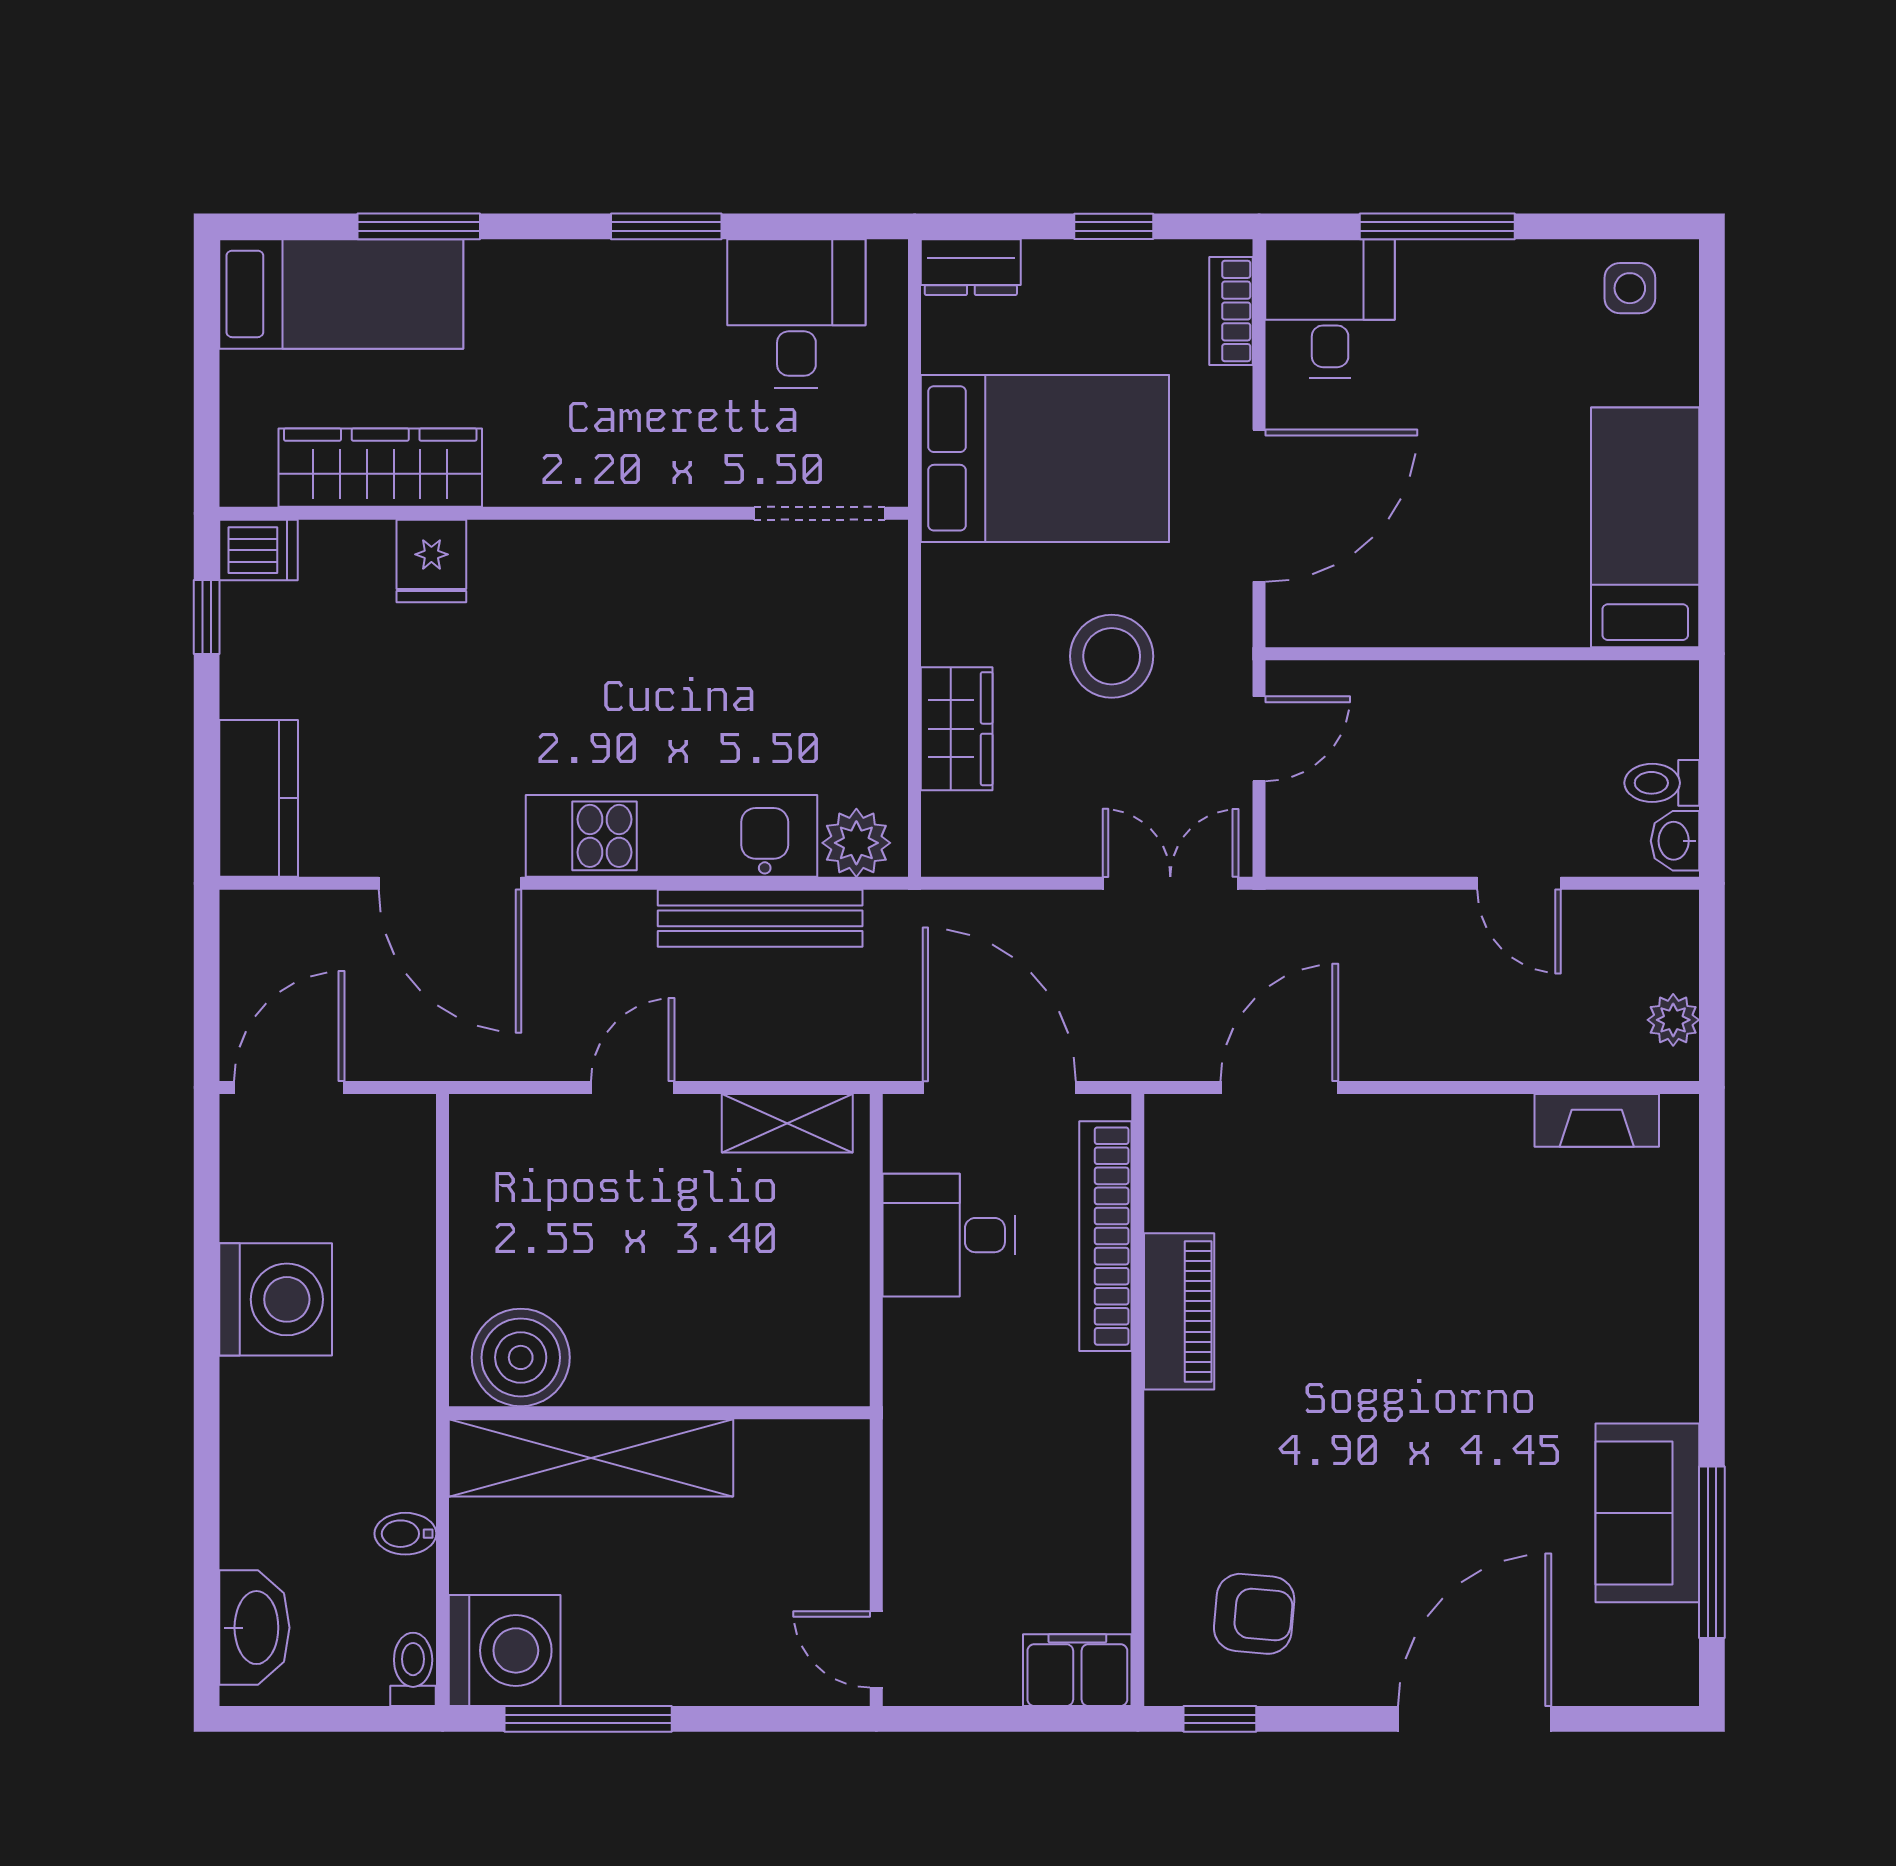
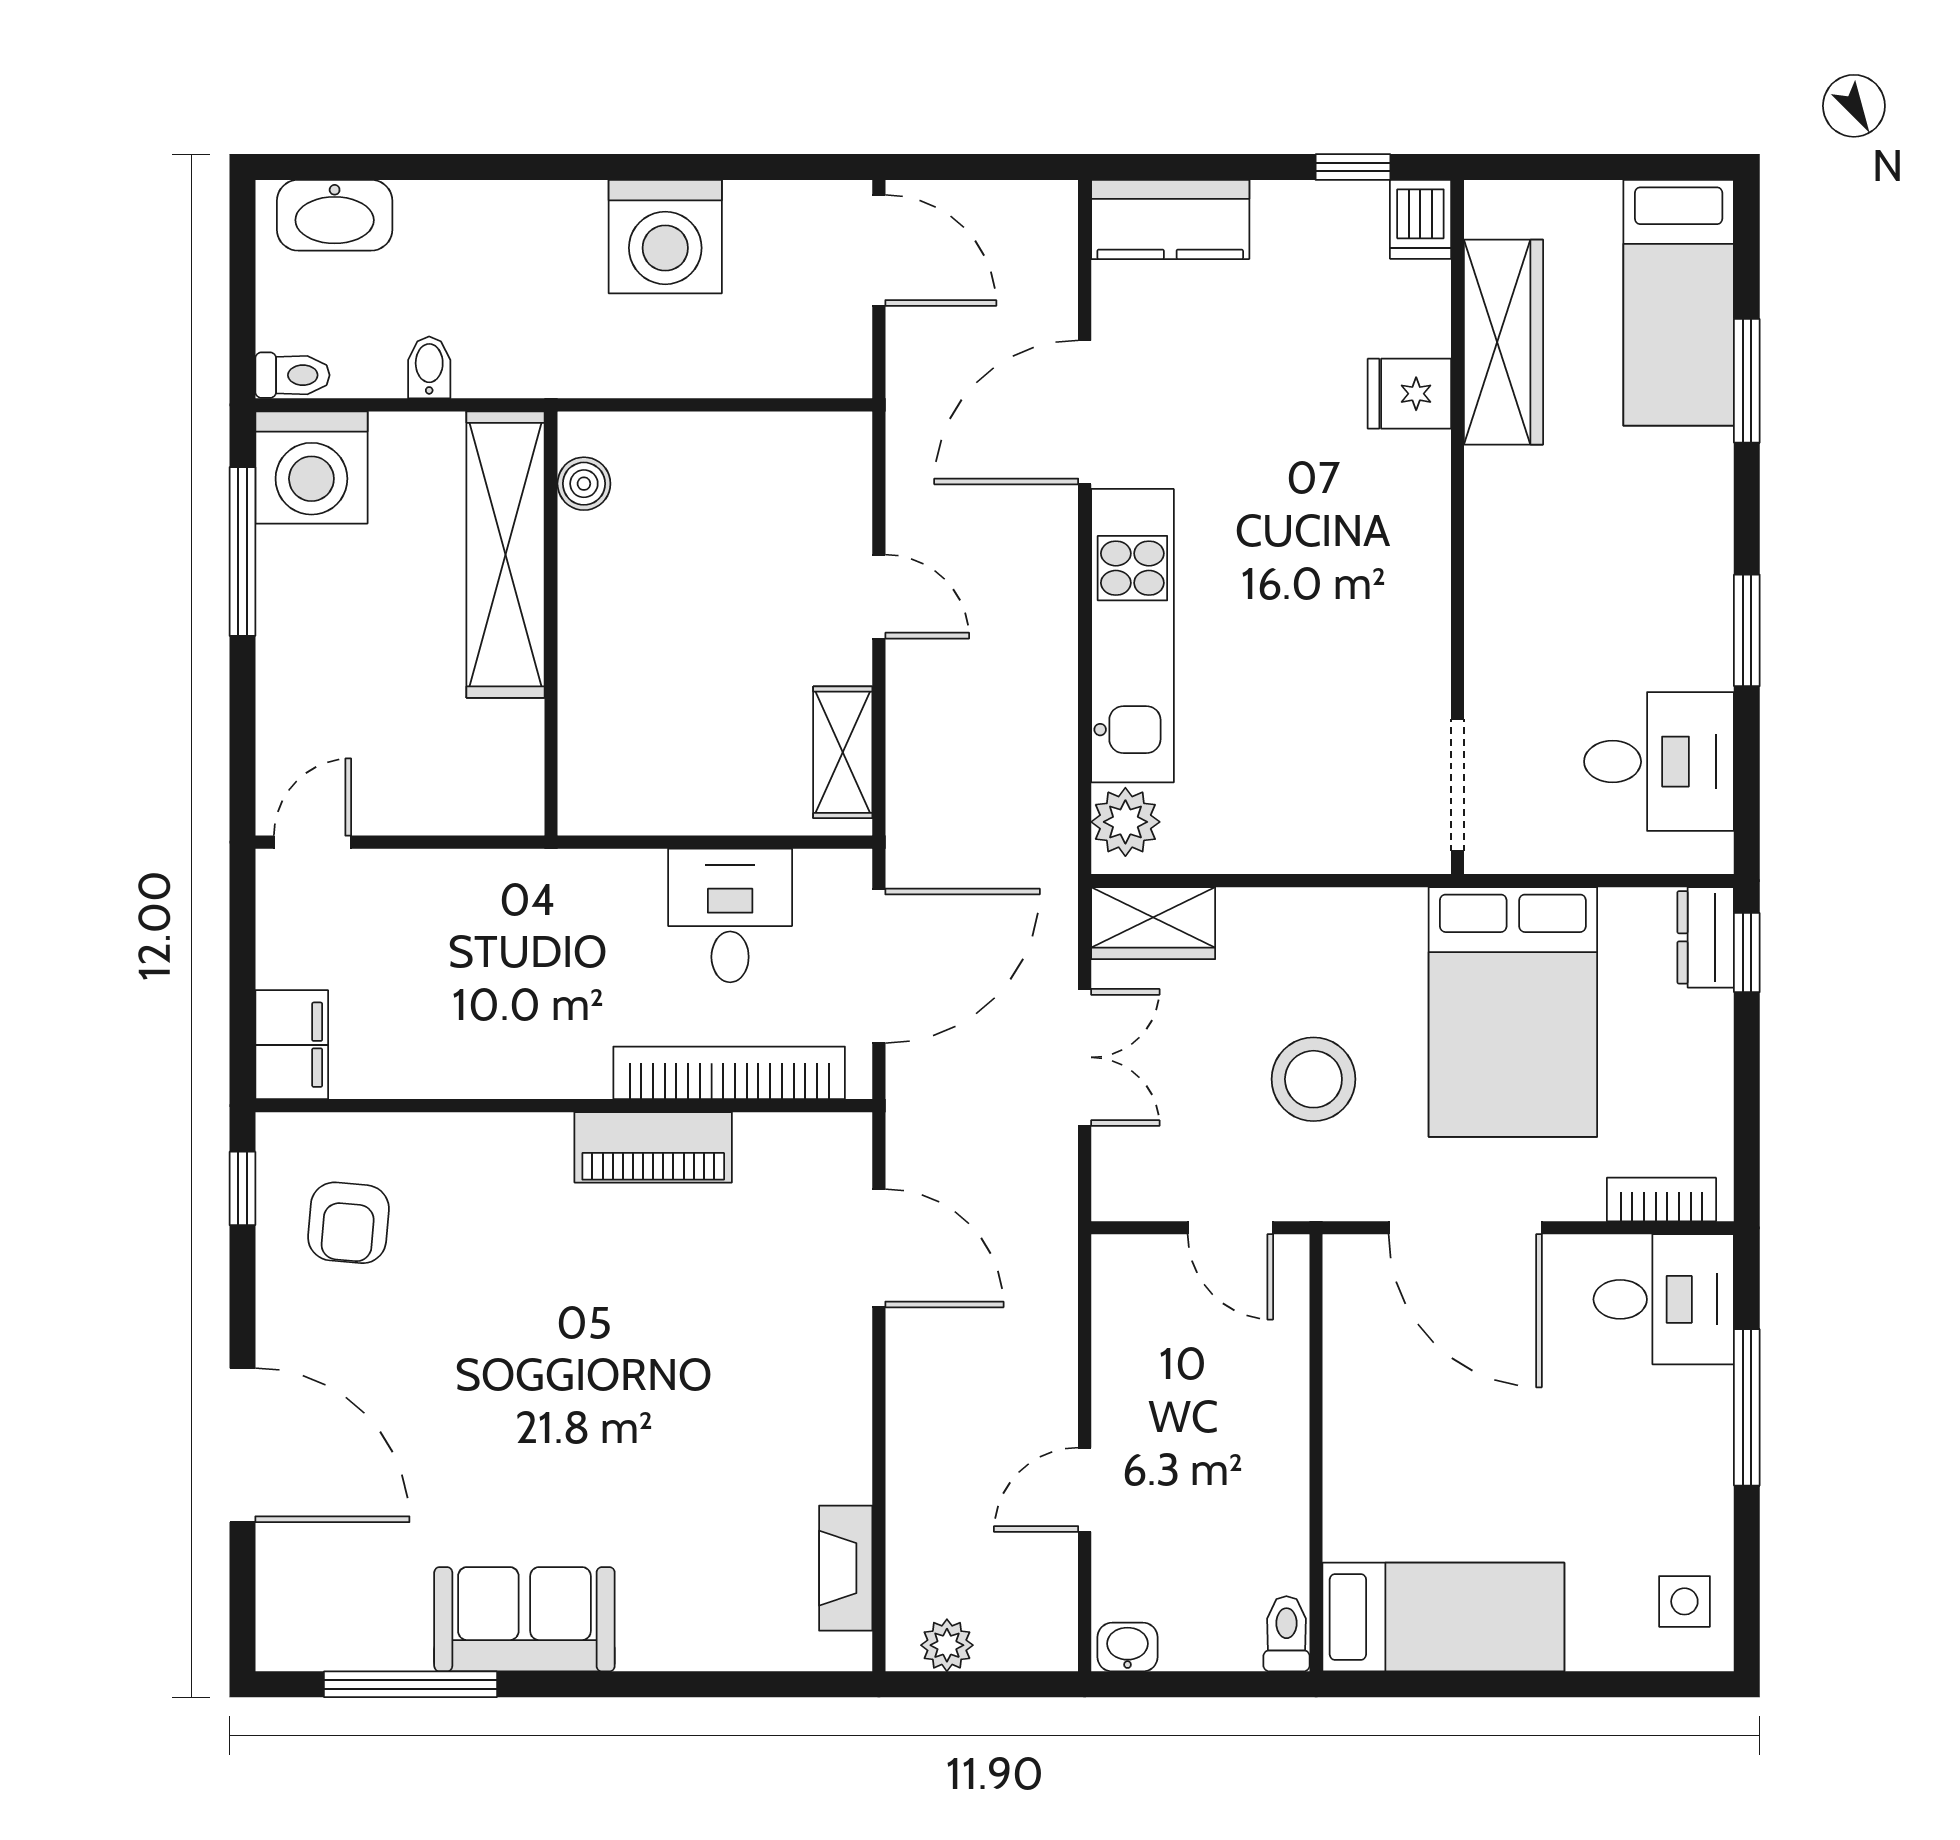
window: (1114, 226) -> (1747, 953), moved
wardrobe: (957, 729) -> (1153, 923), moved
toilet: (1662, 783) -> (1286, 1634), moved
double door: (1170, 883) -> (1085, 1057), moved
bench: (760, 918) -> (1049, 725), removed
boiler: (521, 1357) -> (584, 484), width x0.54, depth x0.54
sofa: (1647, 1513) -> (524, 1619), moved

